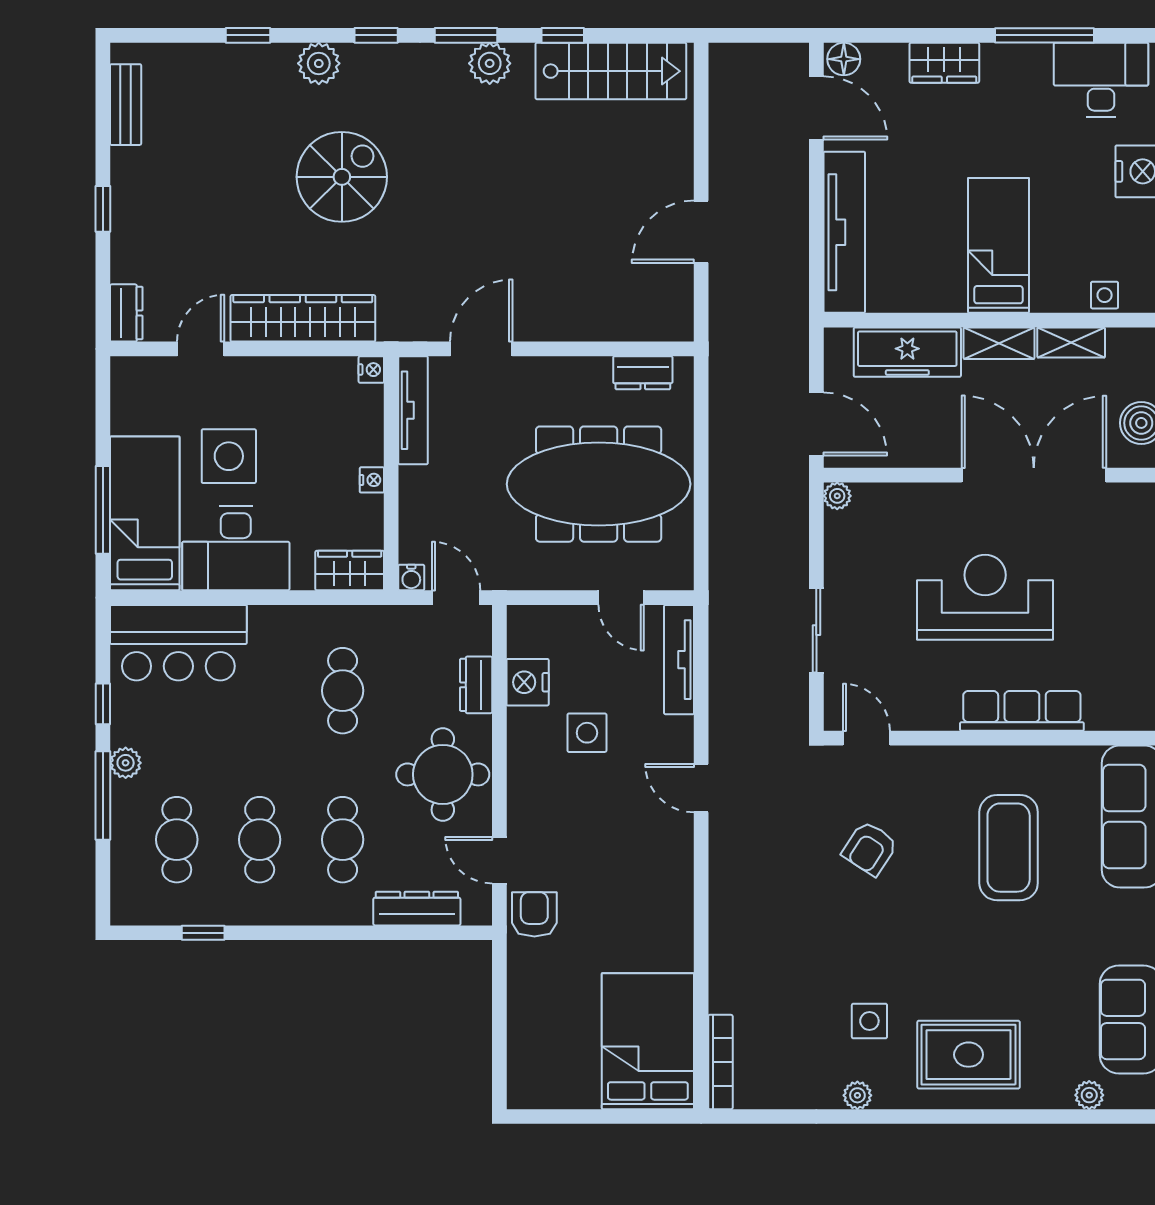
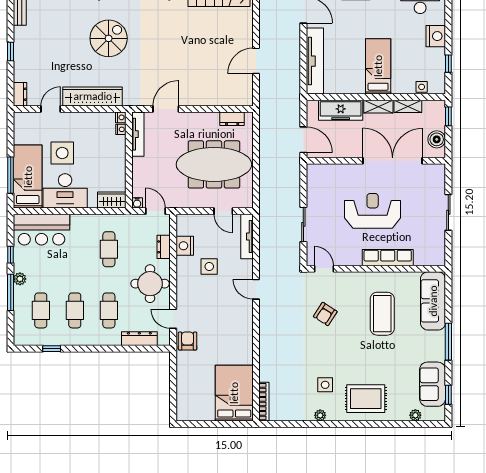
nightstand: (372, 480) -> (121, 129), moved
plant: (837, 496) -> (312, 169), removed

